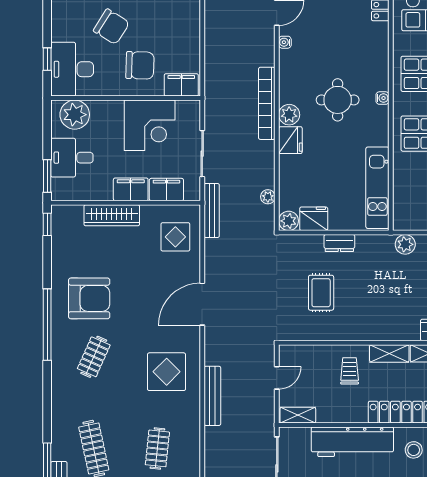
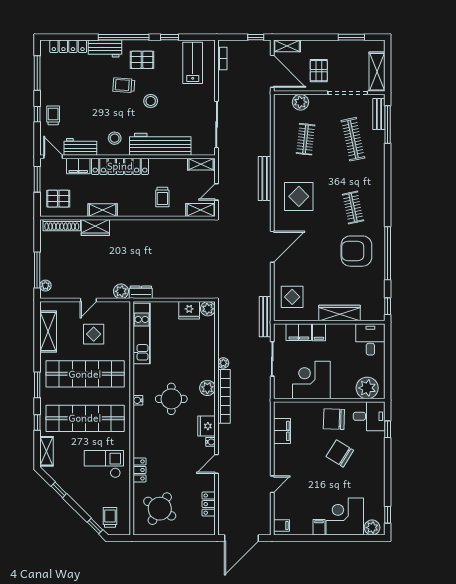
chair: (140, 65) -> (334, 419), moved
desk: (72, 69) -> (369, 416), width x0.73
filing cabinet: (181, 85) -> (282, 431), moved, turned -90
fridge: (290, 140) -> (206, 426), moved
desk: (72, 158) -> (370, 339), moved, turned -90
window: (47, 176) -> (388, 342), removed
filing cabinet: (131, 189) -> (319, 332), width x0.50
plant: (268, 197) -> (223, 363), moved
dresser: (339, 243) -> (141, 292), moved
rug: (321, 293) -> (184, 255), removed
window: (47, 325) -> (388, 253), moved
shelving: (389, 353) -> (201, 210), moved
clothes rail: (94, 357) -> (353, 208), turned -36

